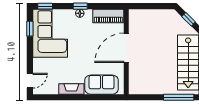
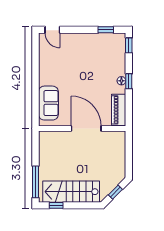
corner sofa: (50, 33) -> (101, 50), removed
fireplace: (71, 89) -> (44, 72), removed

